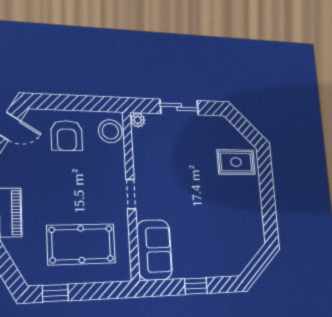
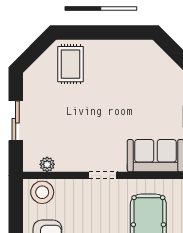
plant: (138, 120) -> (47, 164), moved

